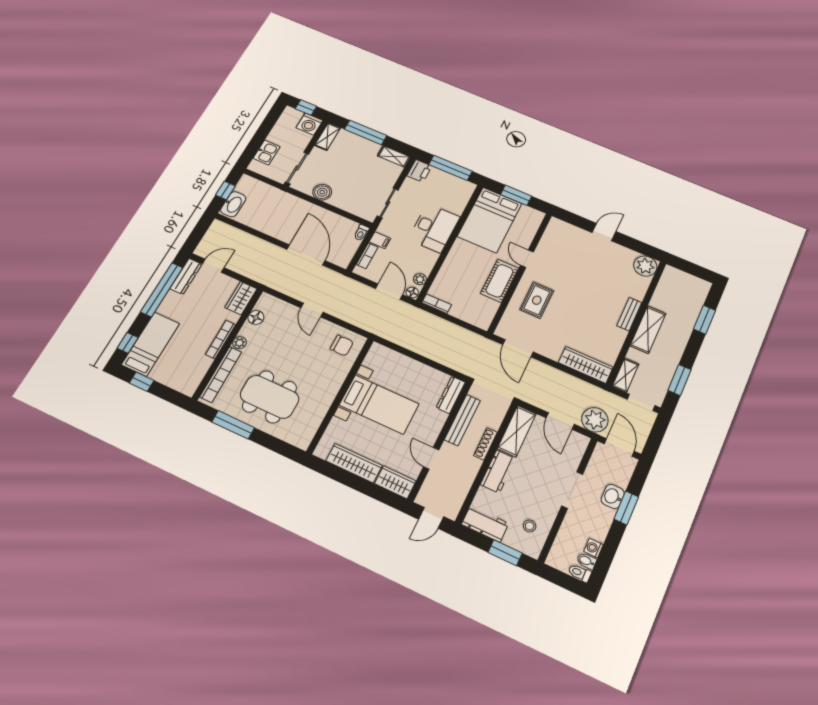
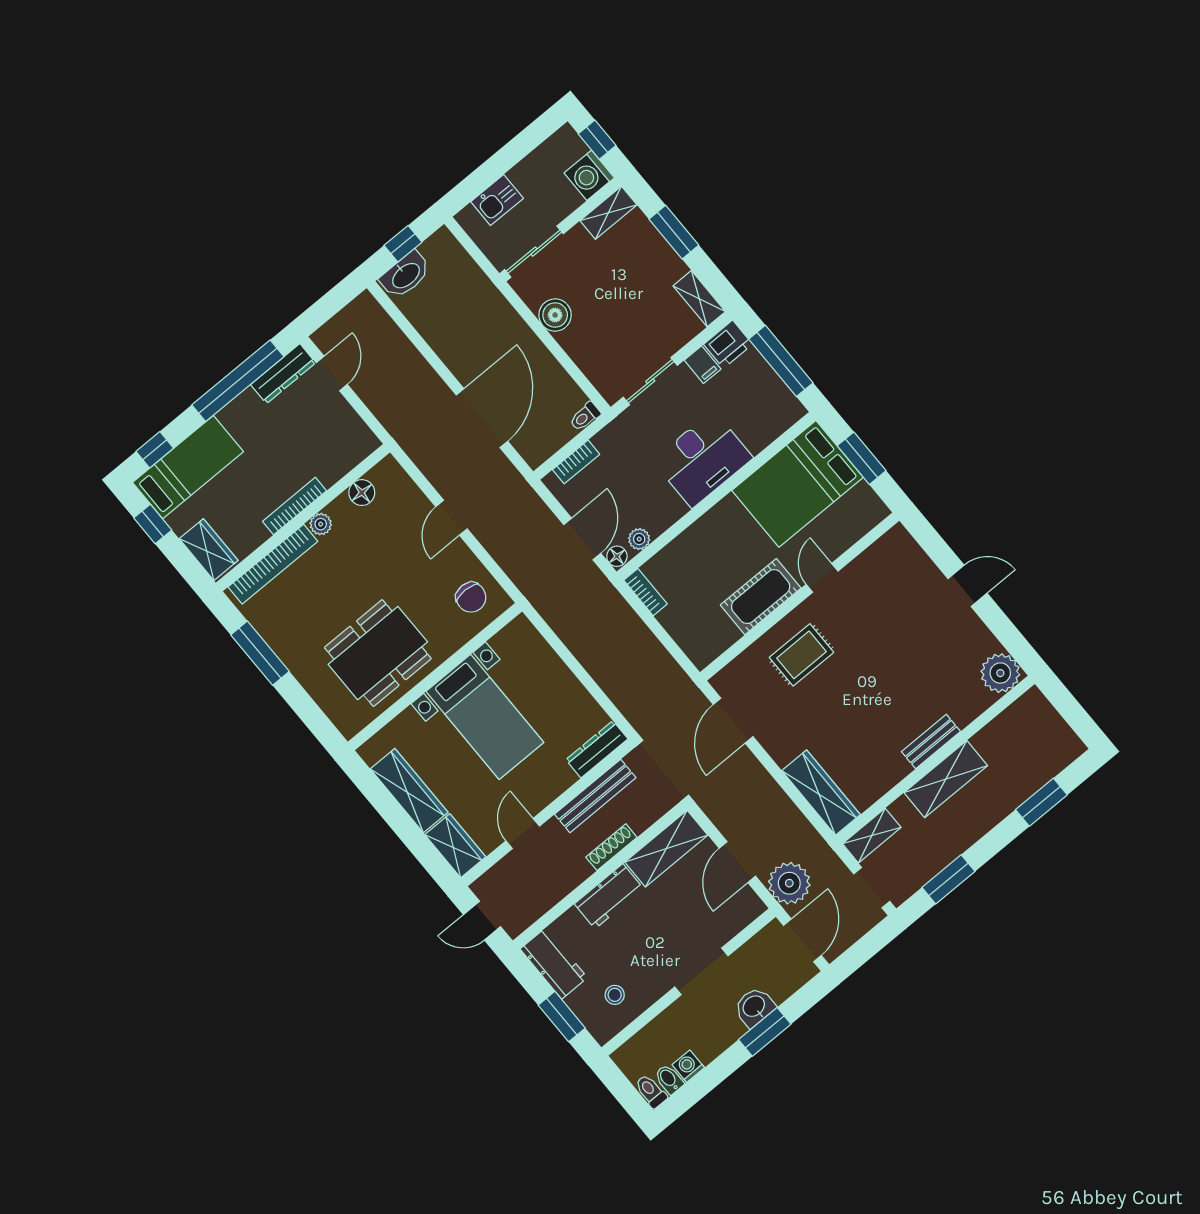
window: (366, 132) -> (674, 232), width x0.69
filing cabinet: (380, 240) -> (703, 365), moved
door: (213, 266) -> (332, 374), hinge flipped
wardrobe: (241, 298) -> (209, 550), moved, turned 90
dining table: (270, 397) -> (378, 653), moved, turned 90

